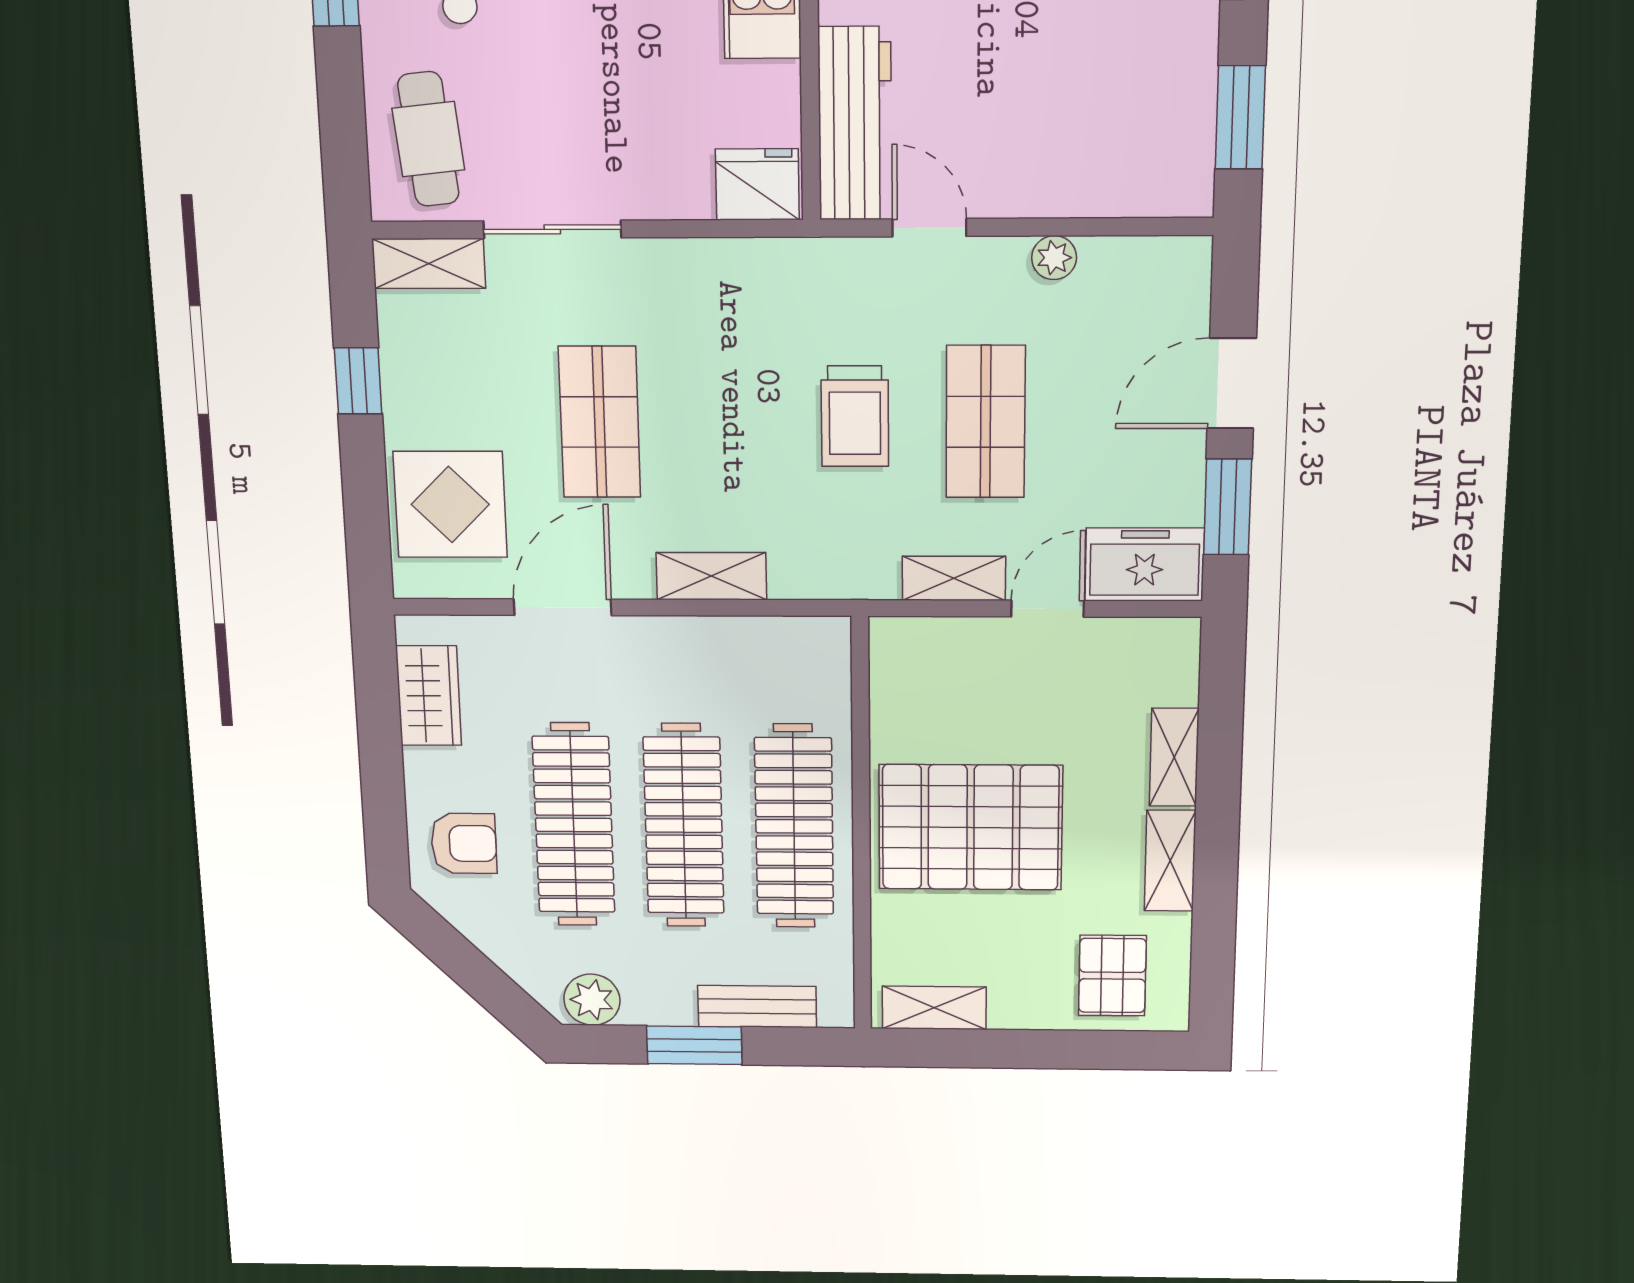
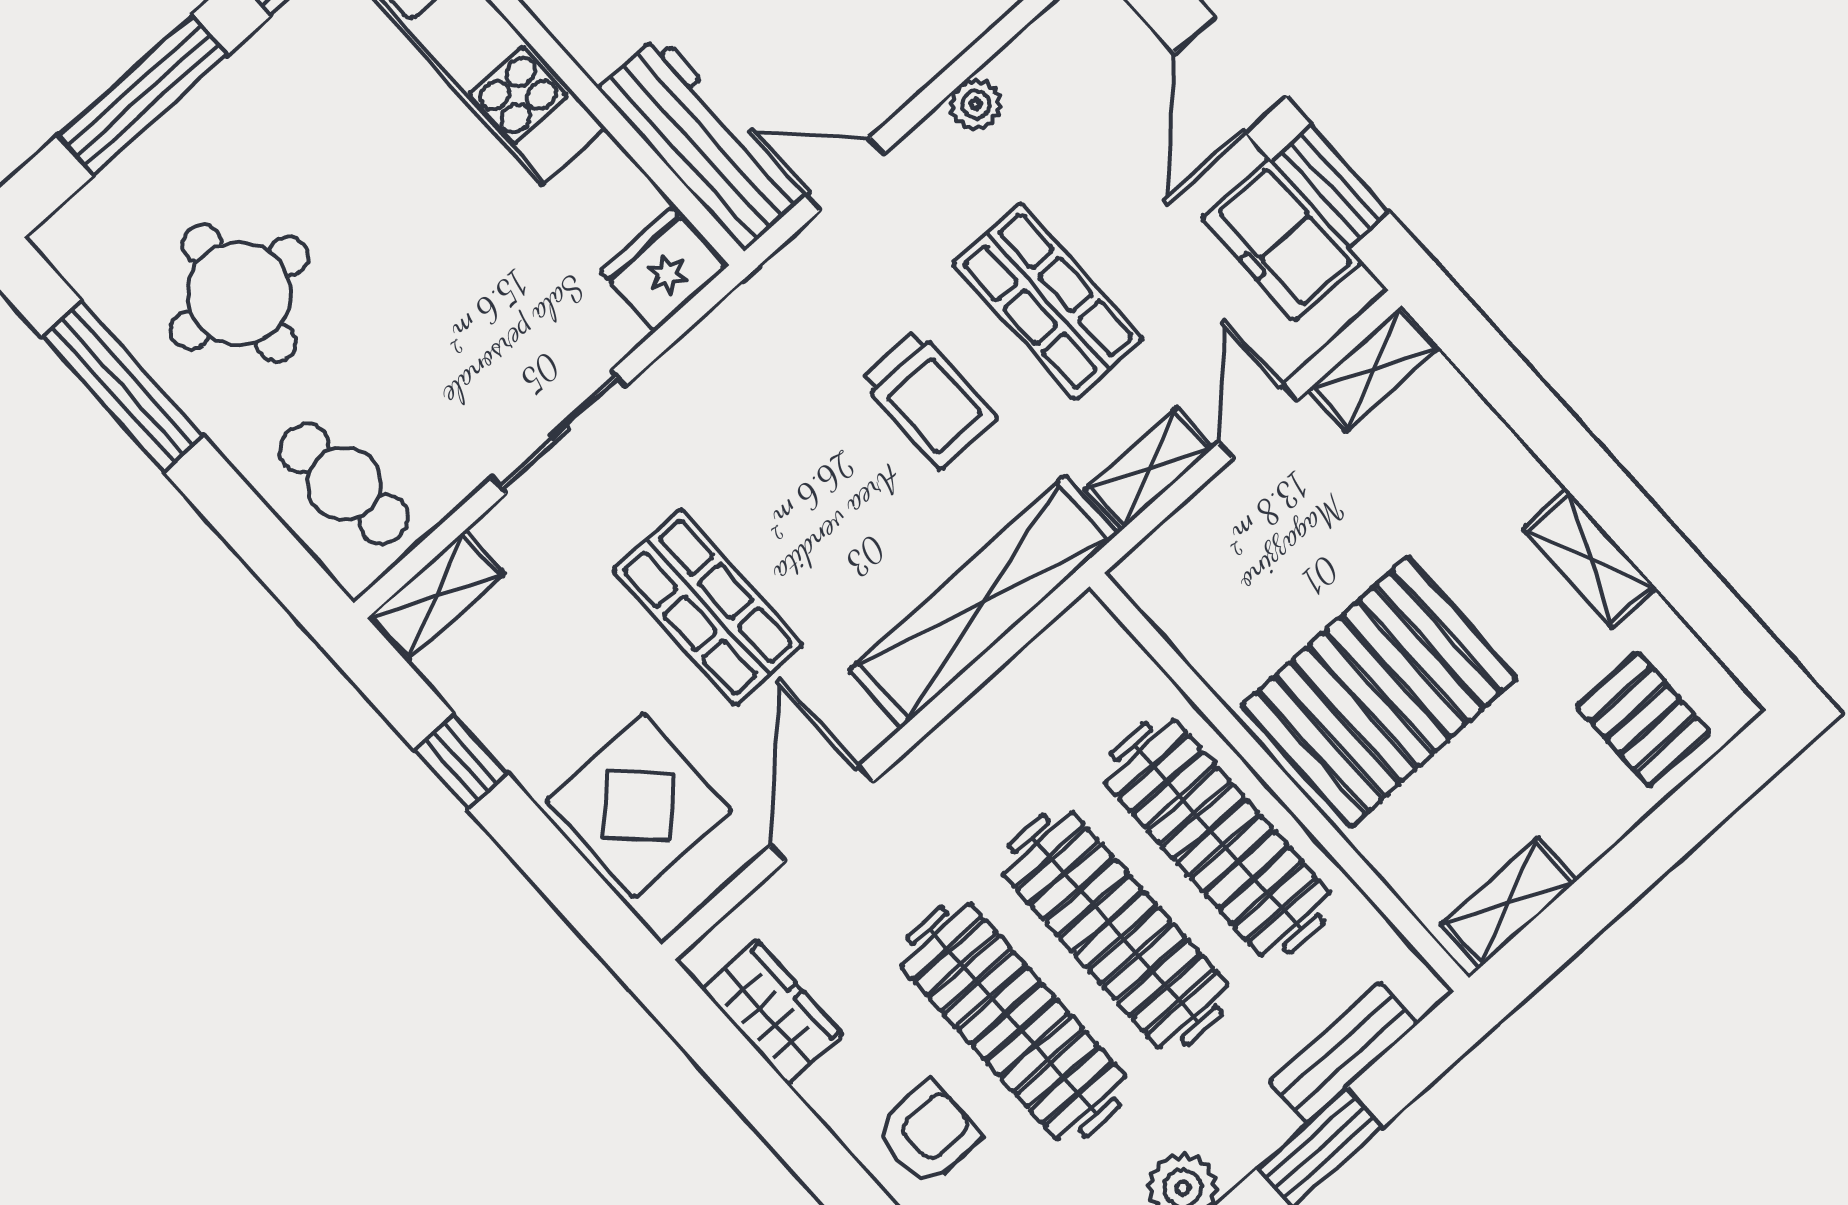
sliding door: (552, 229) -> (559, 432), moved
freezer: (1145, 565) -> (1282, 240), moved, turned -90
shelving: (711, 576) -> (983, 602), width x2.20, depth x1.33
shelving: (1174, 757) -> (1374, 369), moved, turned 90

